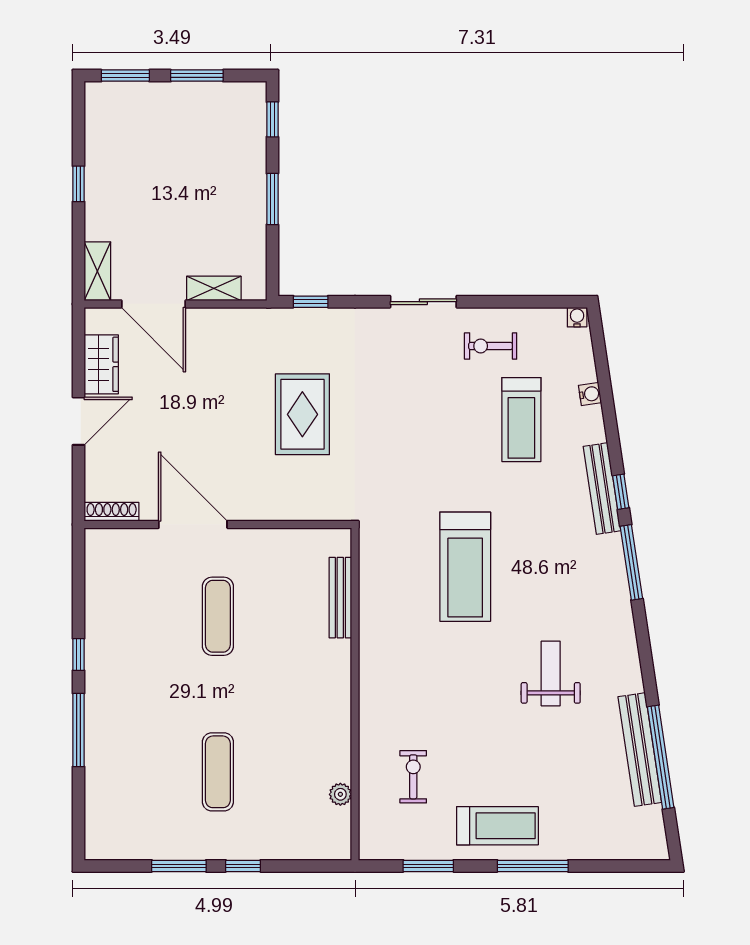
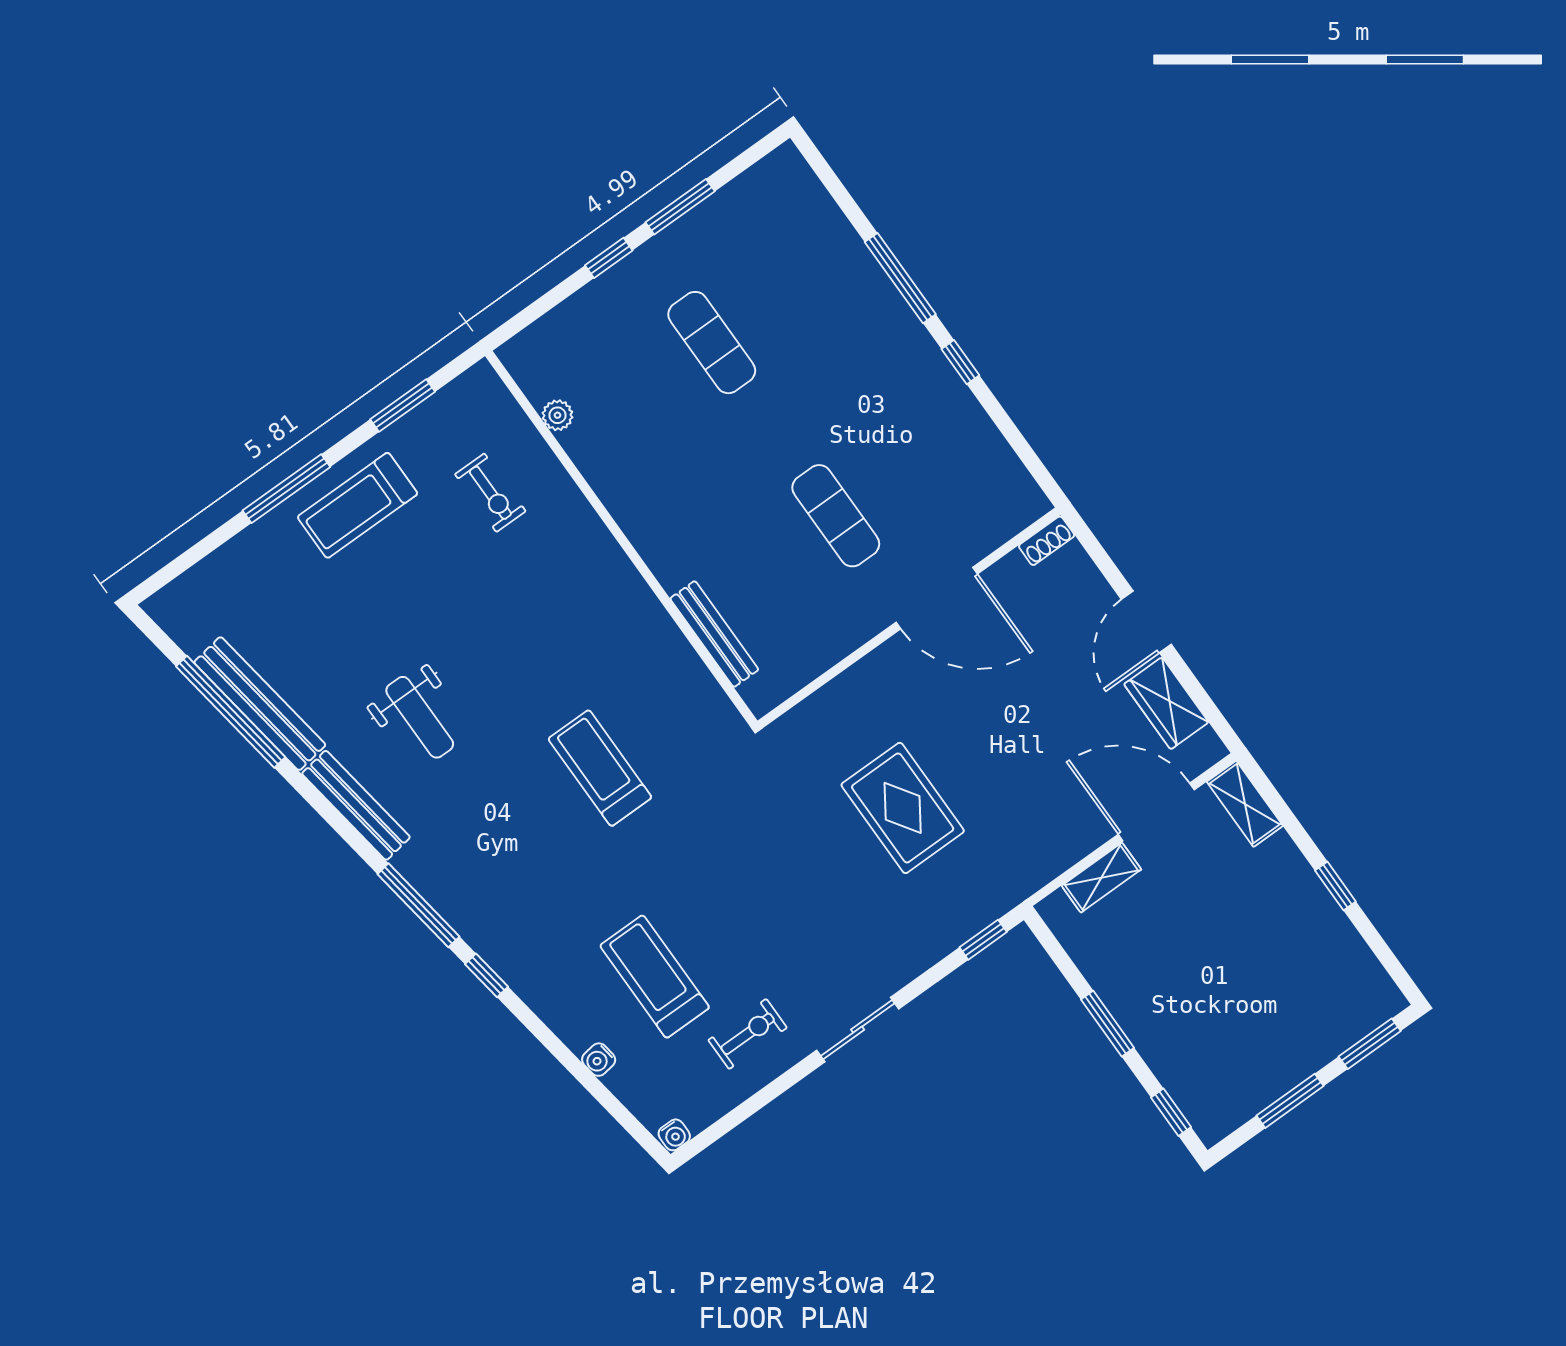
bench: (602, 489) -> (356, 805), moved
shoe rack: (112, 512) -> (1047, 541), width x0.70
treadmill: (465, 567) -> (600, 768), width x0.73, depth x0.73

